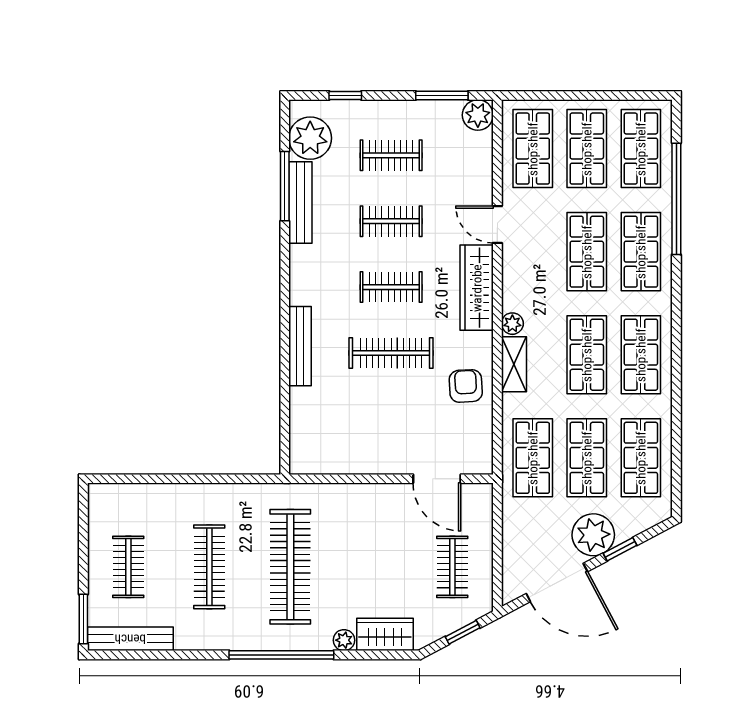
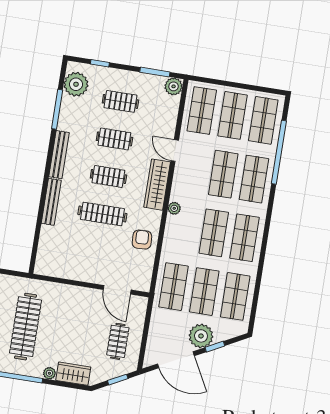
bench: (300, 203) -> (59, 155), moved
shelving: (514, 364) -> (171, 232), removed

